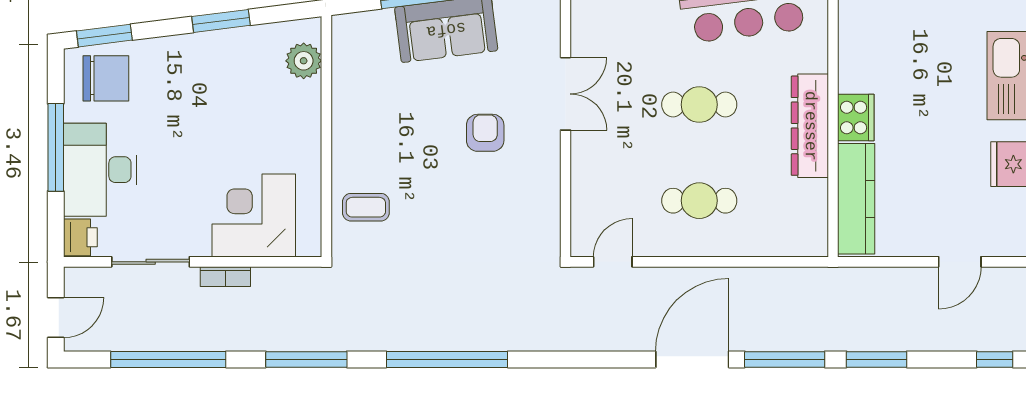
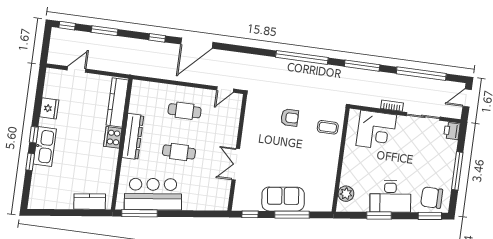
armchair: (485, 133) -> (290, 118), moved, turned -90
desk: (100, 170) -> (390, 196), moved, turned 83
window: (785, 359) -> (157, 38), width x0.46
window: (877, 359) -> (105, 31), moved

